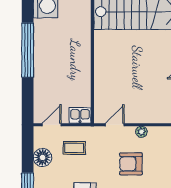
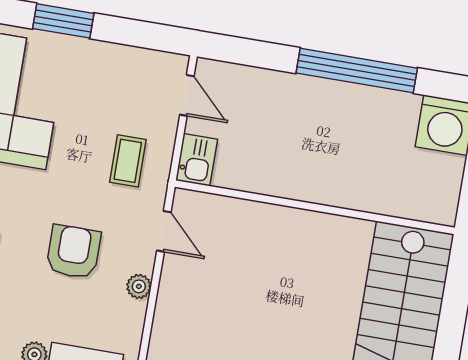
coffee table: (74, 148) -> (128, 161), moved
floor lamp: (43, 157) -> (120, 64), removed

